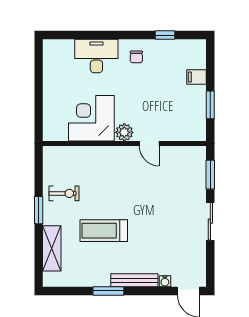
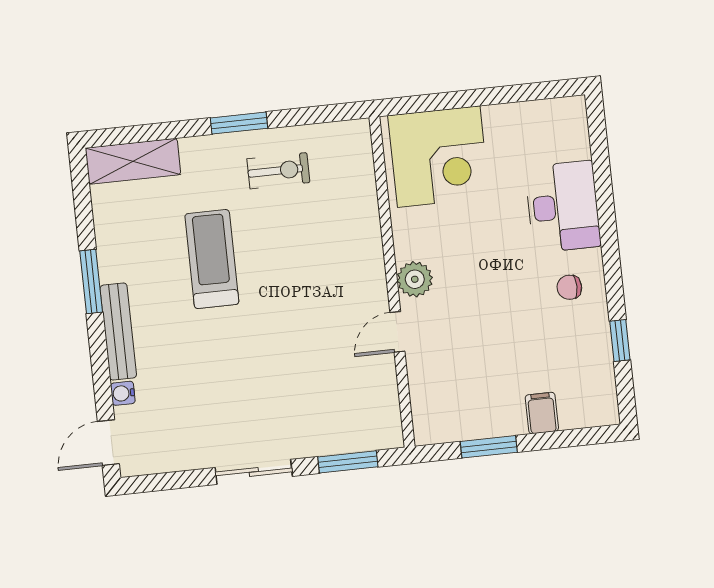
corner desk: (91, 118) -> (439, 157), moved, turned 90
exercise bike: (64, 193) -> (278, 171), turned -90
shelving: (52, 248) -> (133, 161), moved

